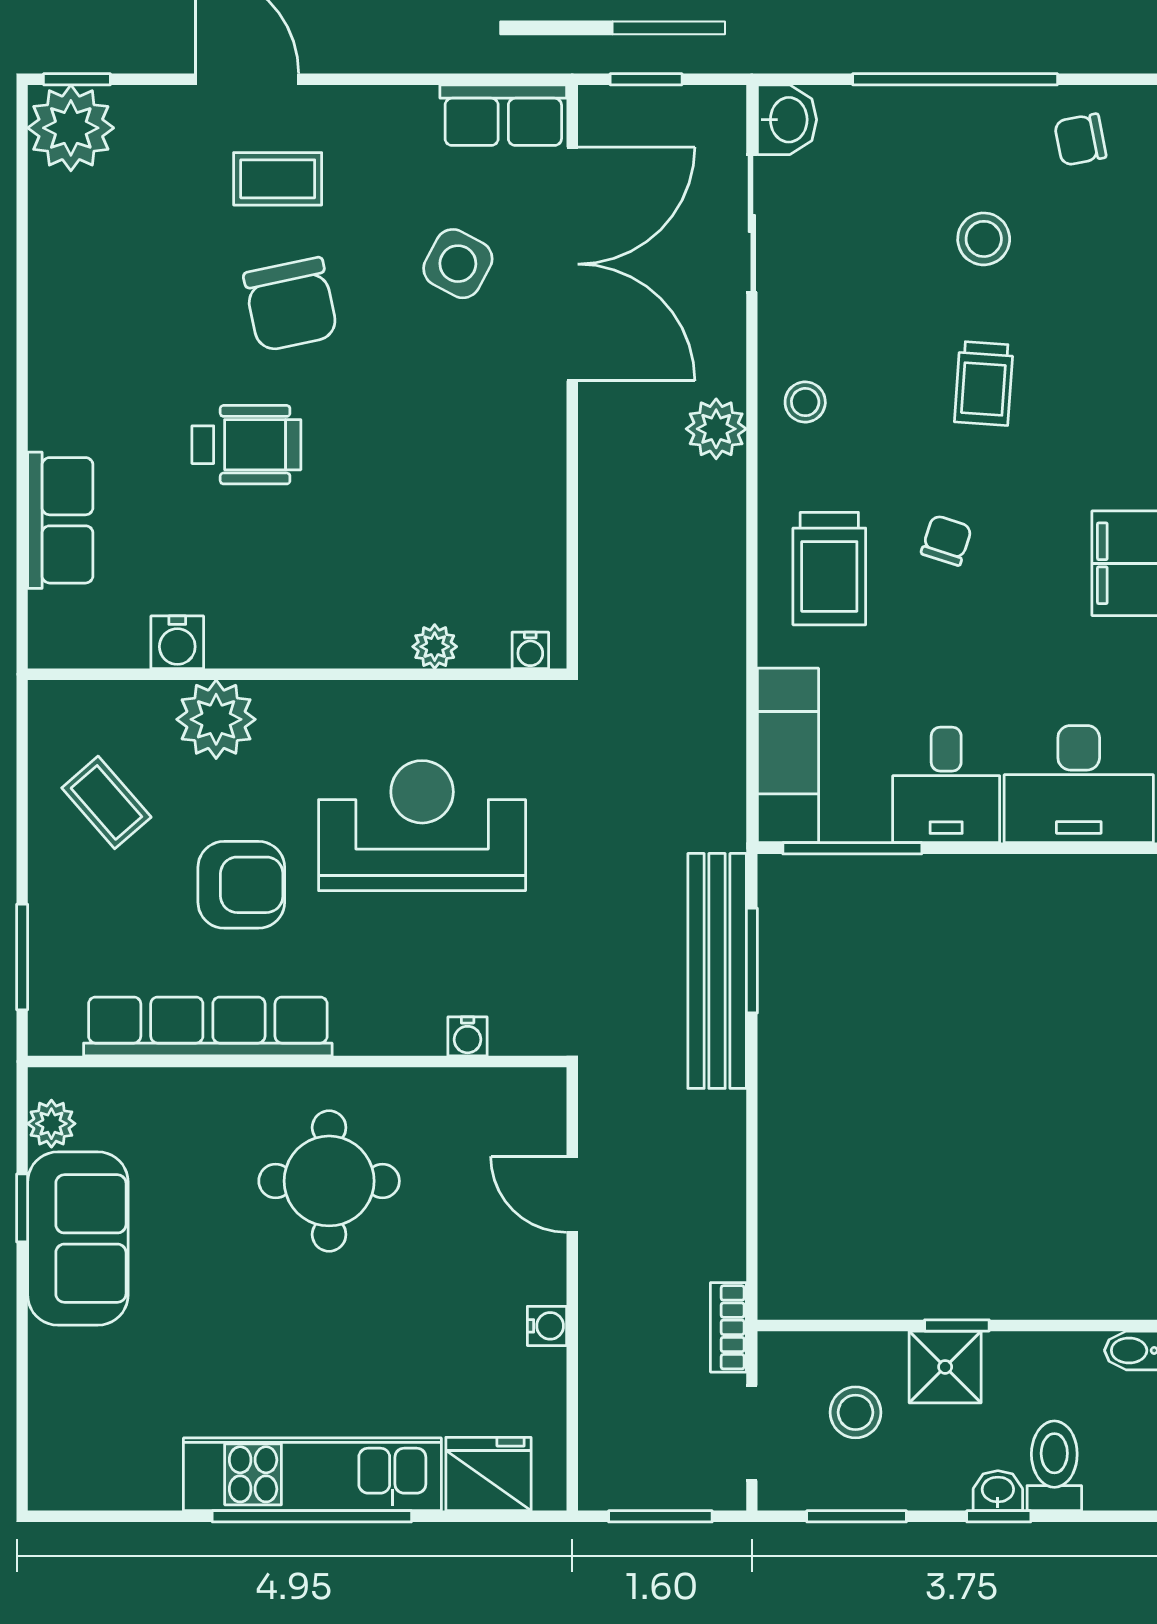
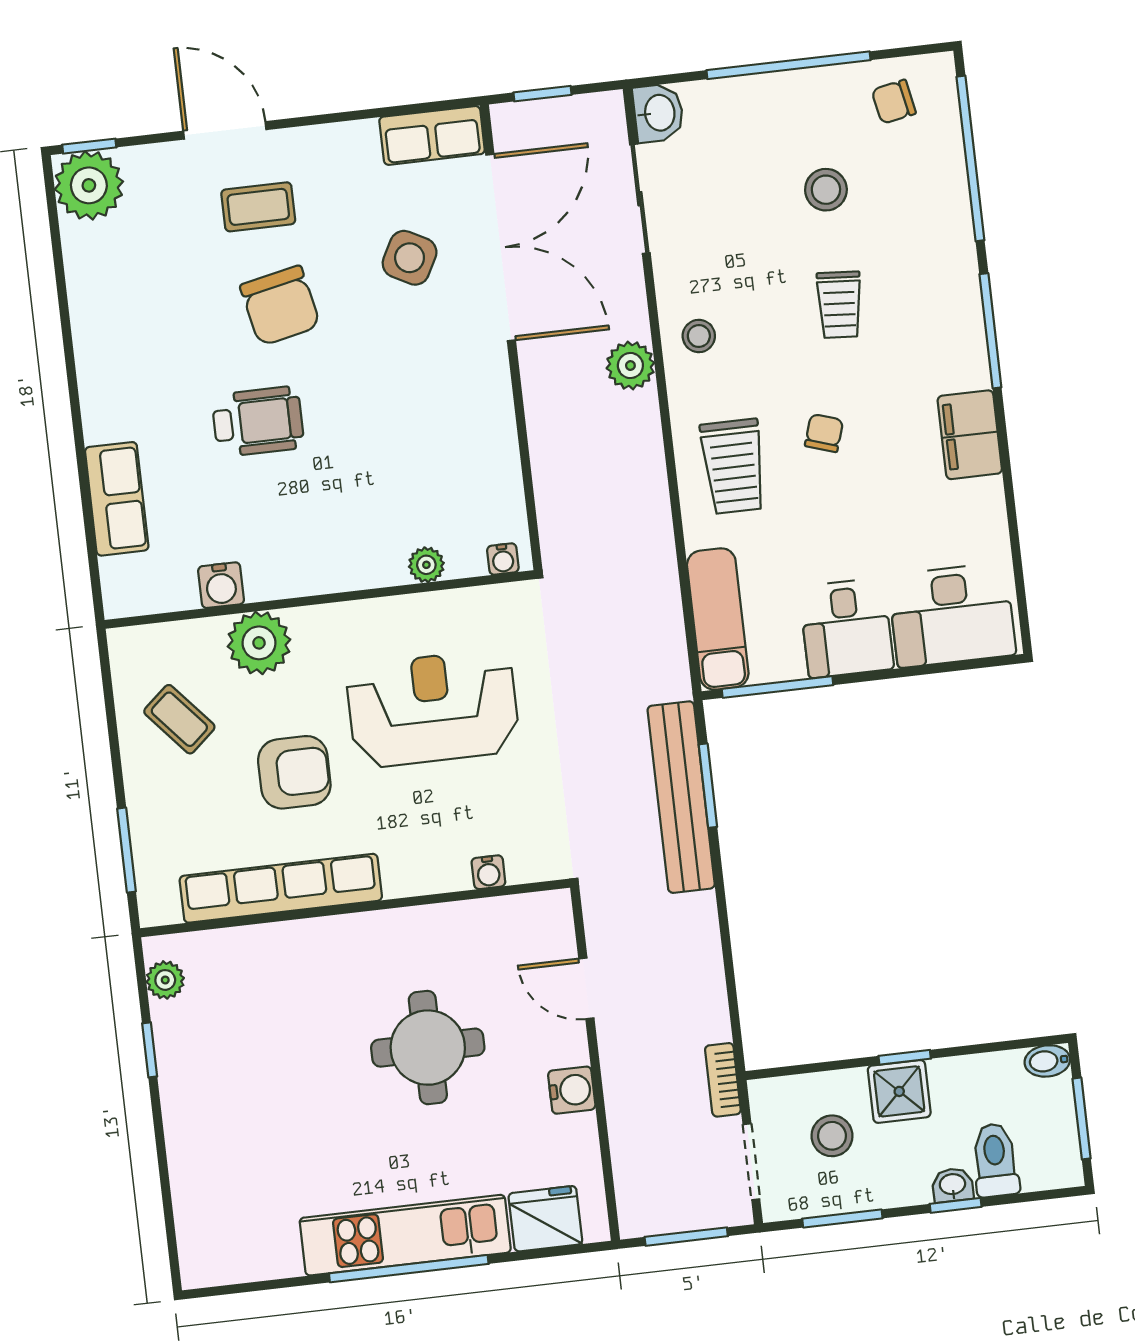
round table: (329, 1181) -> (428, 1048), moved
sofa: (78, 1239) -> (197, 1069), removed
water cooler: (547, 1326) -> (572, 1090), width x1.38, depth x1.38

